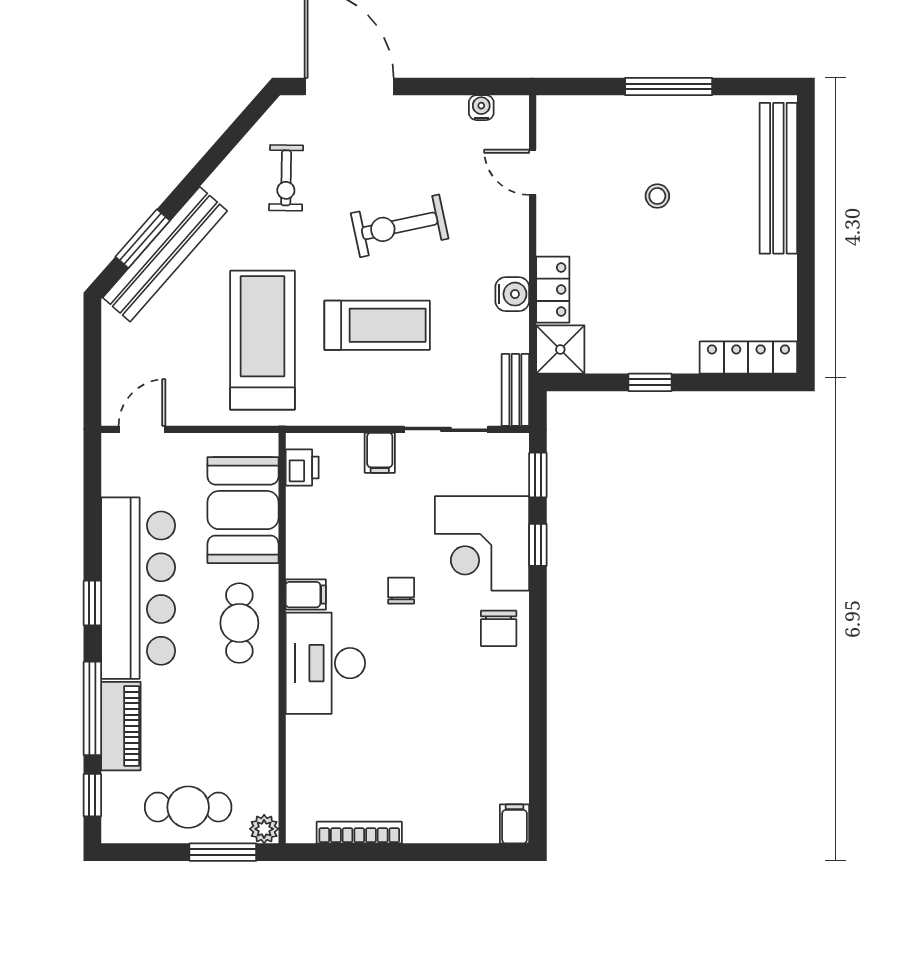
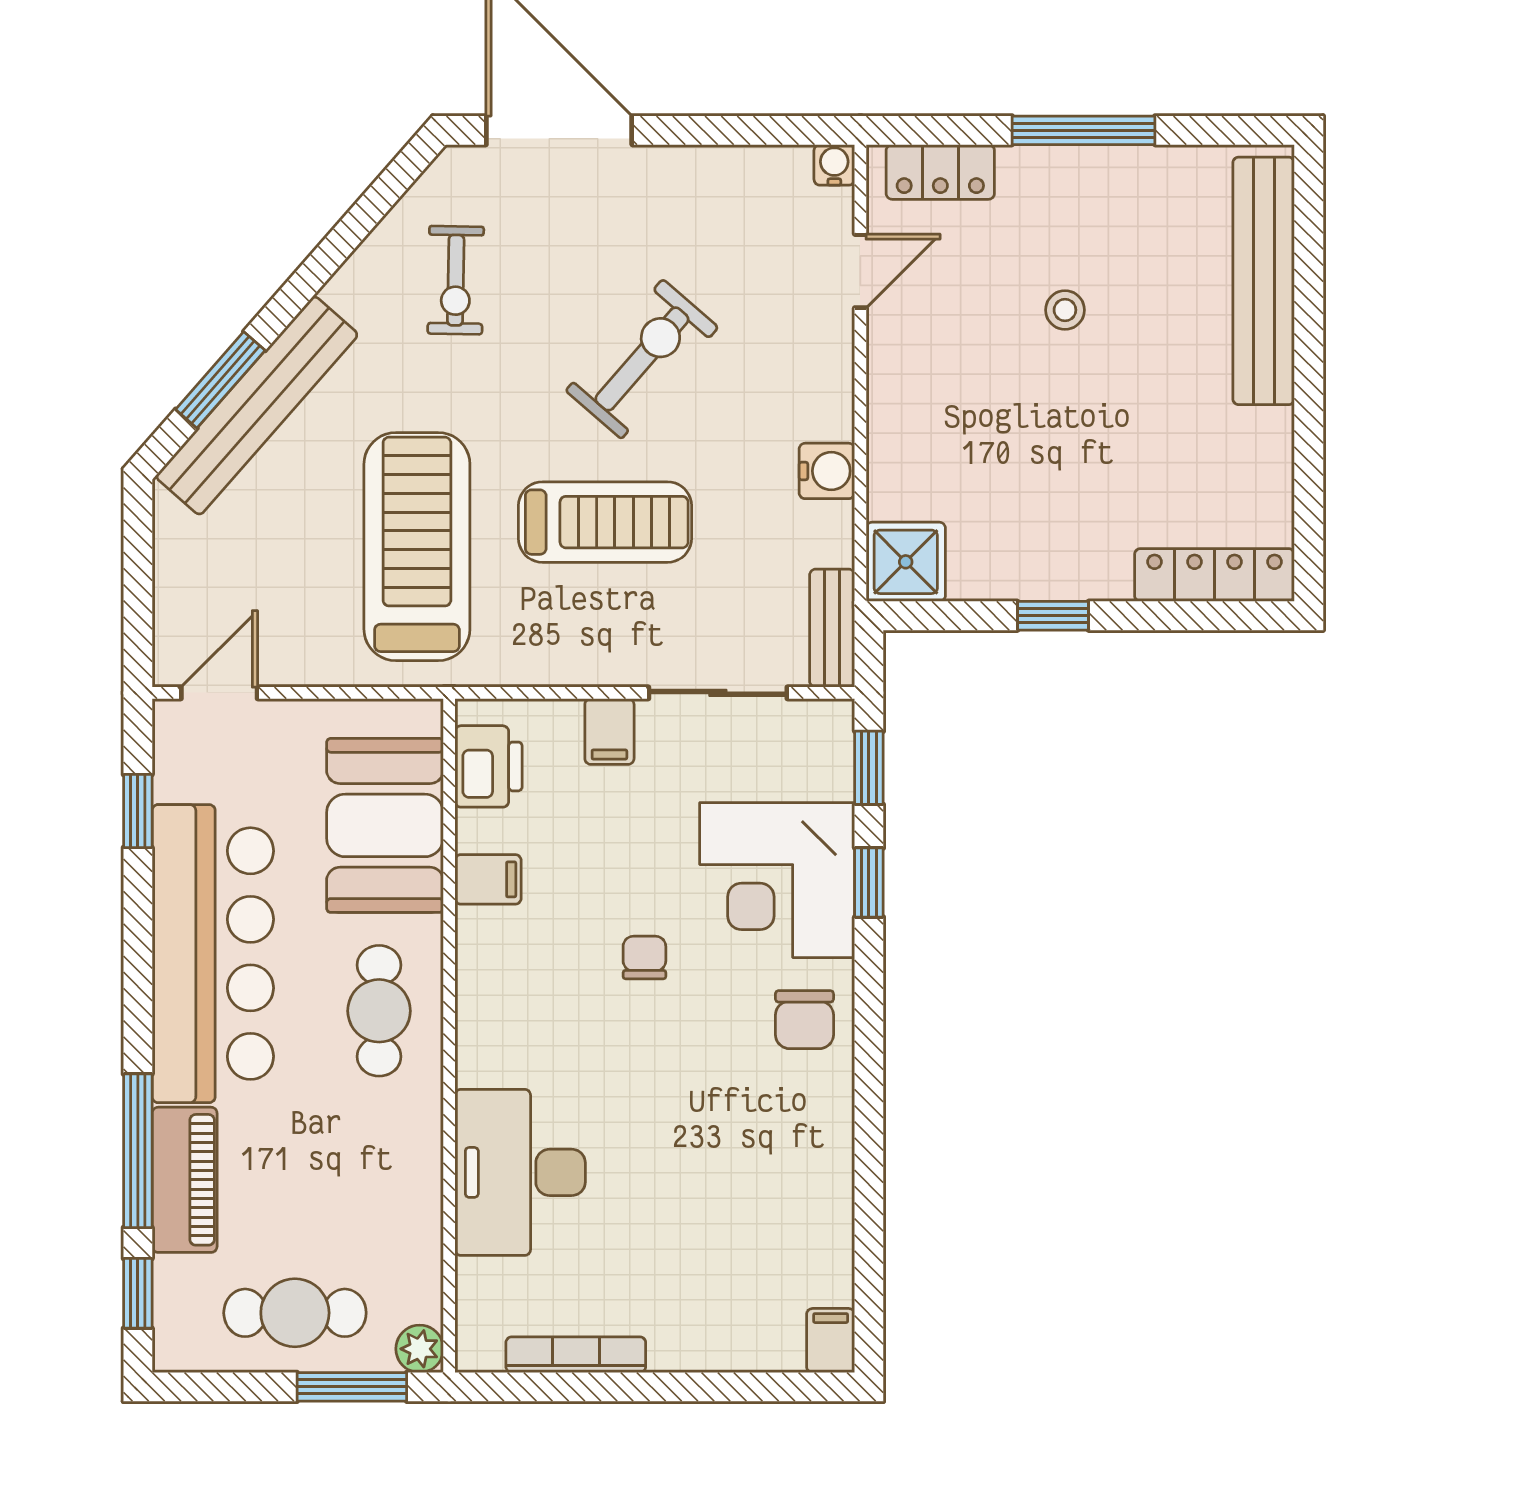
water cooler: (481, 108) -> (834, 165), moved
door: (533, 172) -> (860, 271), swing flipped
exercise bike: (400, 226) -> (642, 359), turned 143
locker: (553, 290) -> (940, 172), moved, turned 90
printer: (302, 468) -> (488, 766), width x1.36, depth x1.24
filing cabinet: (306, 595) -> (488, 879), moved
window: (92, 603) -> (138, 811), moved
desk: (325, 663) -> (520, 1172), moved

